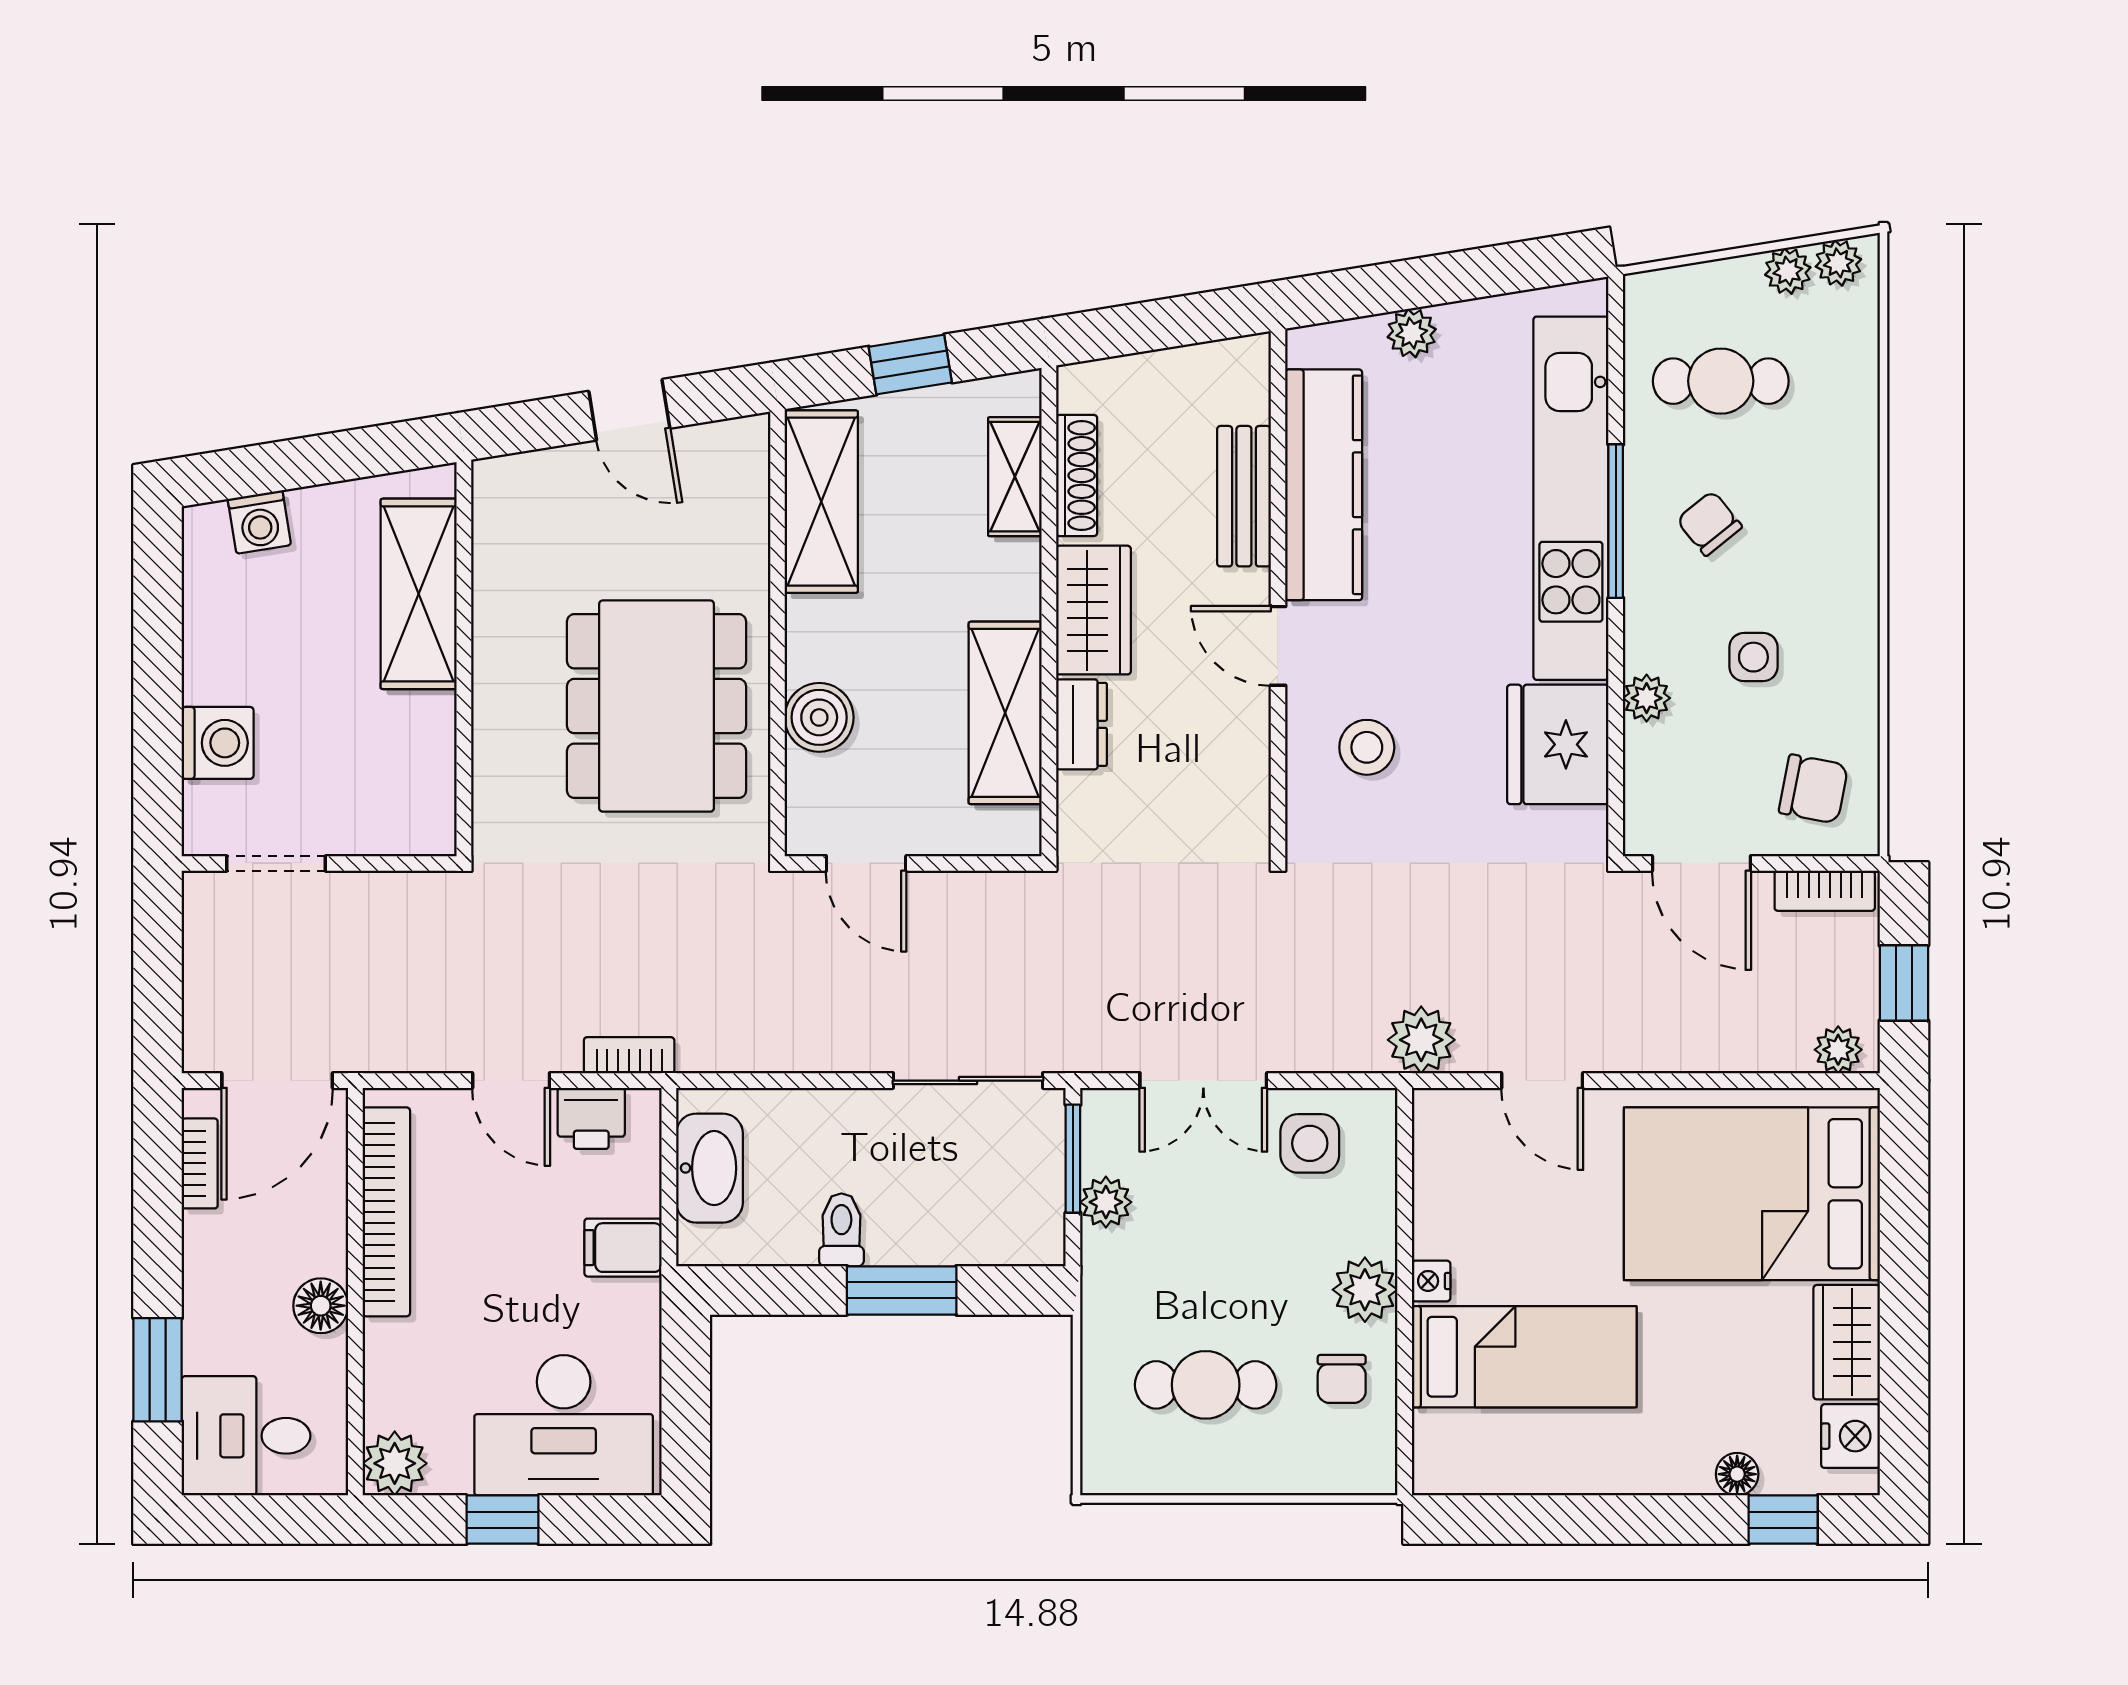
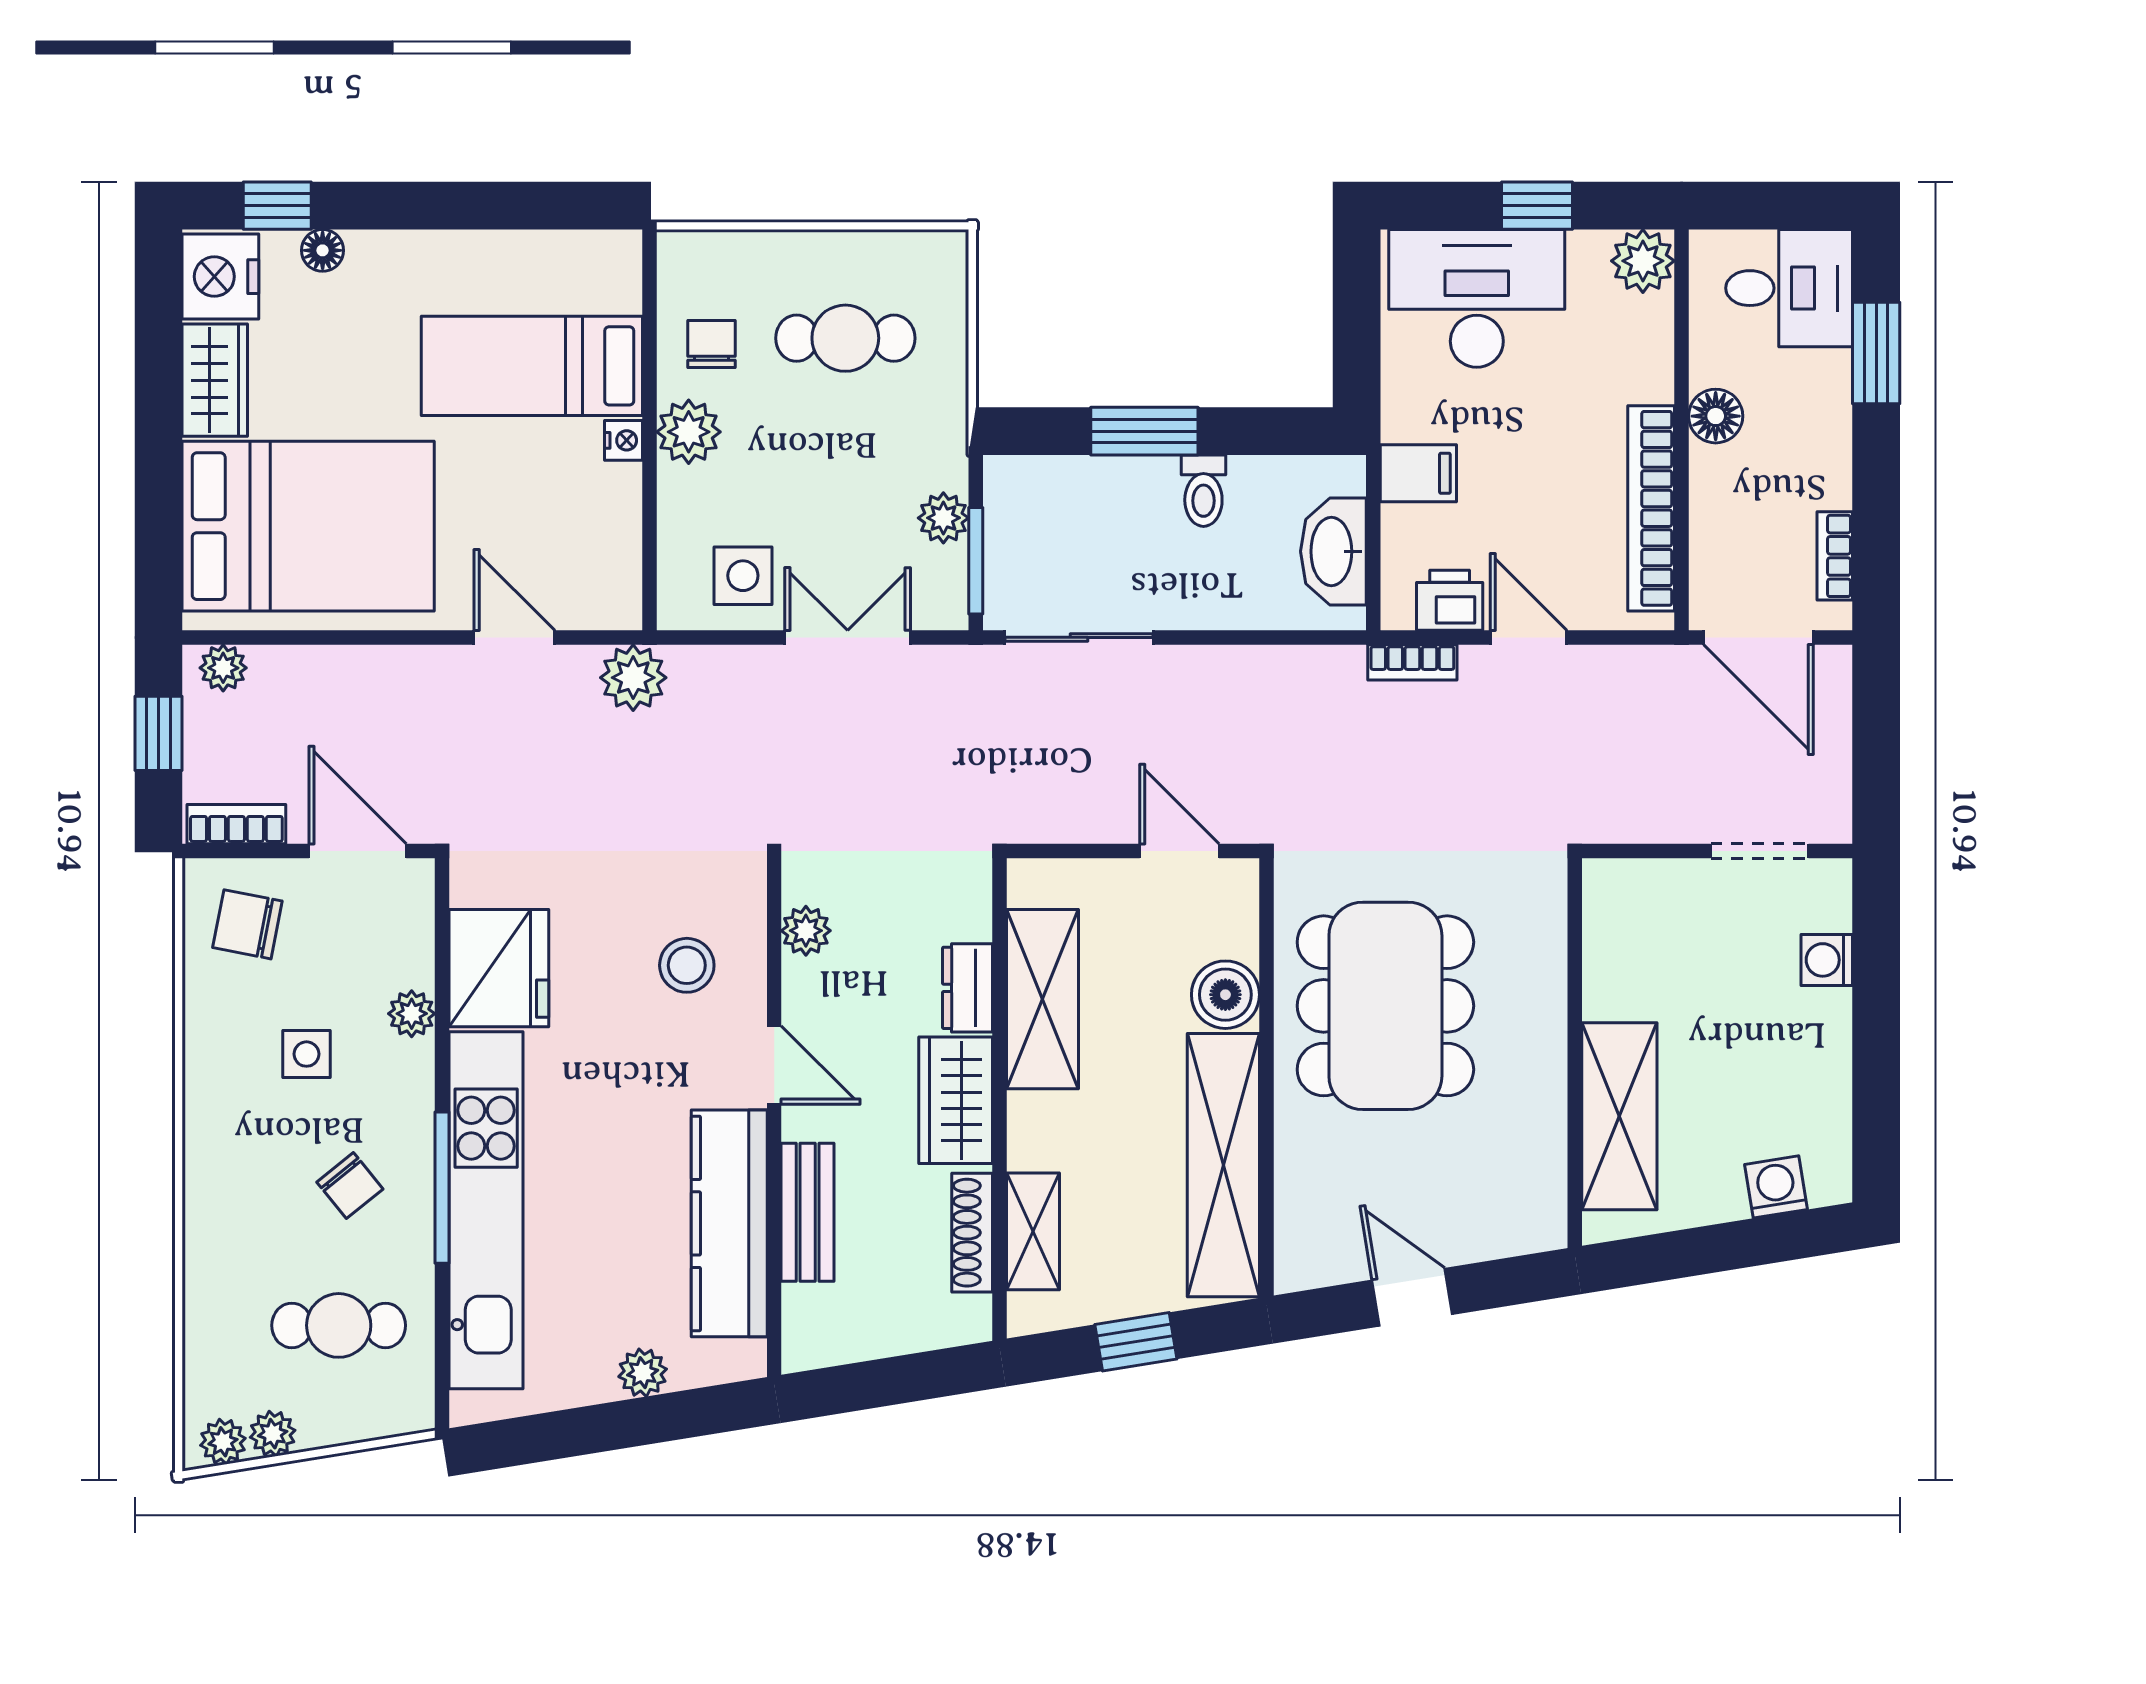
shelving: (821, 502) -> (1223, 1165), width x1.47
washing machine: (218, 743) -> (1827, 960), width x0.73, depth x0.73
plant: (1246, 782) -> (806, 931), added
door: (277, 1081) -> (1759, 637), swing flipped
nightstand: (1851, 1436) -> (220, 277), width x1.36, depth x1.33

